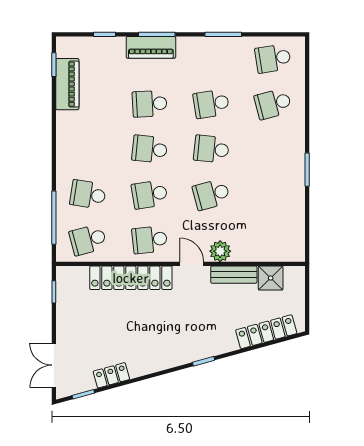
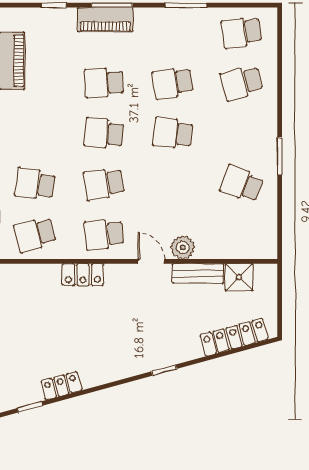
school desk: (211, 194) -> (242, 184), moved, turned 36
locker: (131, 278) -> (83, 275), width x0.46, depth x0.83

